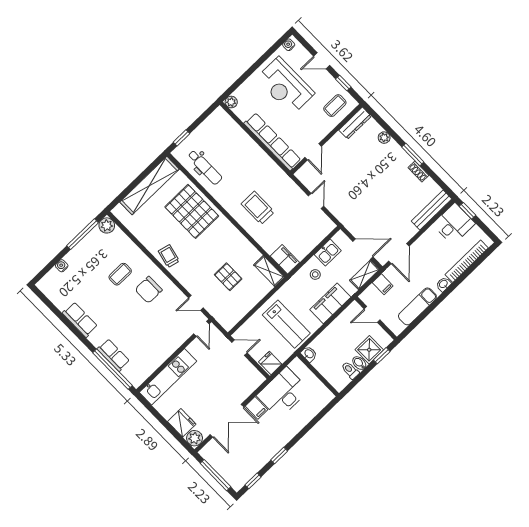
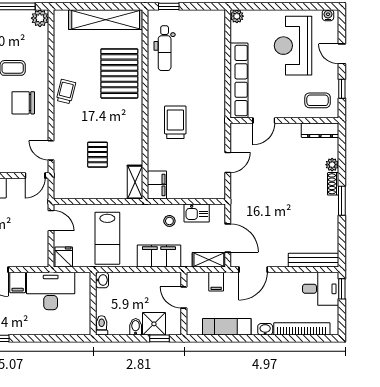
shoe rack: (418, 171) -> (333, 184), moved
toilet: (350, 370) -> (102, 325), moved

